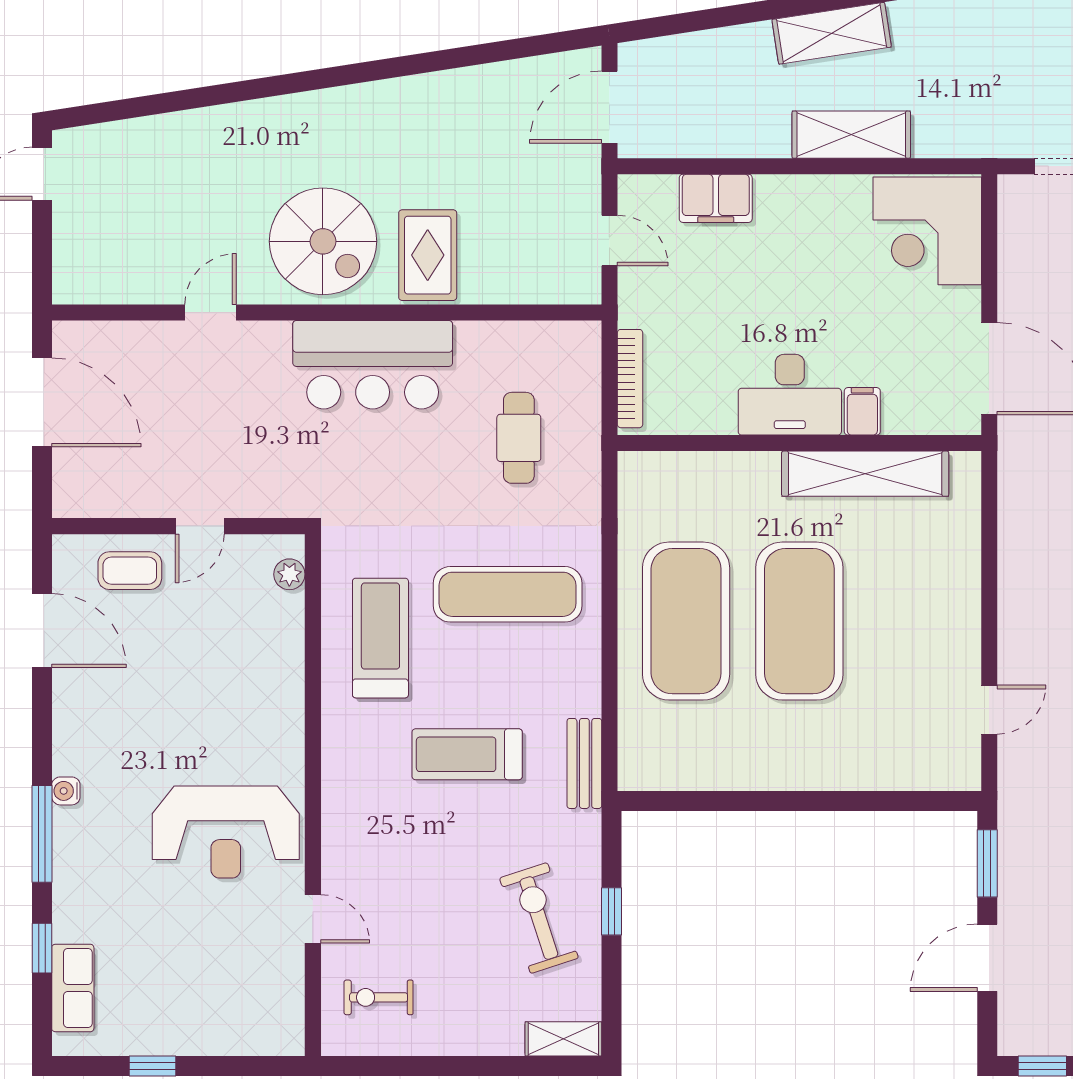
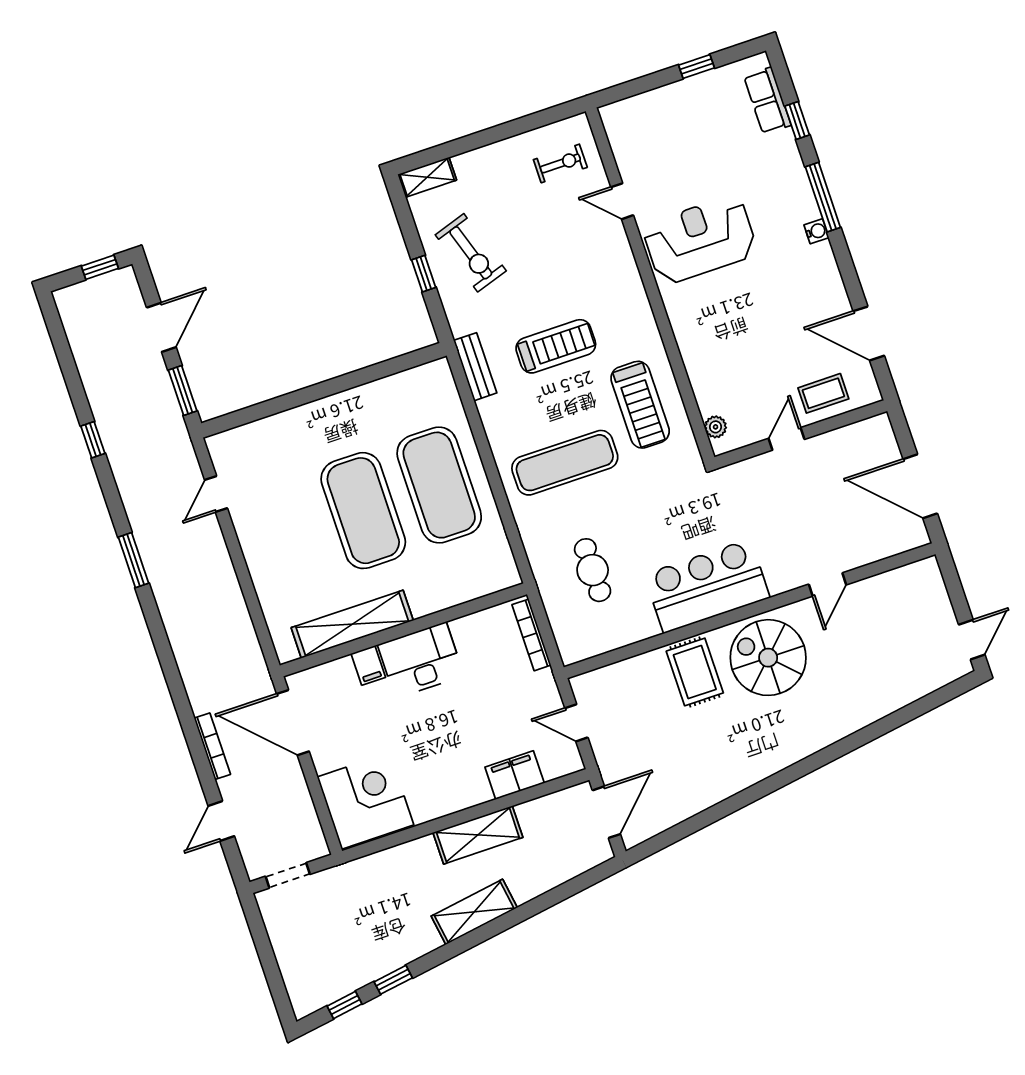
shelving: (851, 135) -> (478, 835), moved

